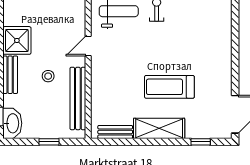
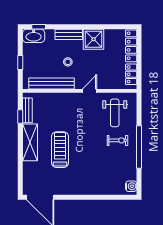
door: (88, 46) -> (90, 91), hinge flipped
window: (201, 142) -> (20, 117), moved

